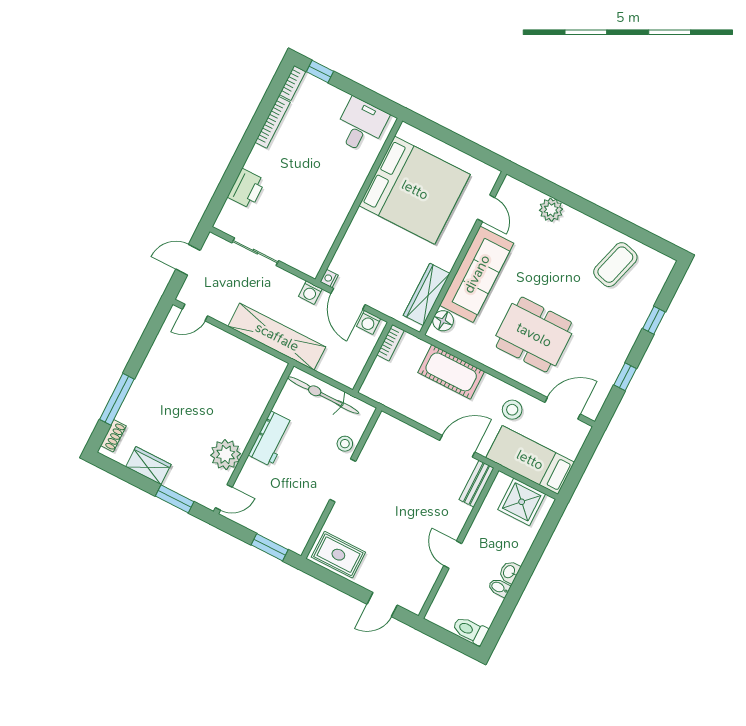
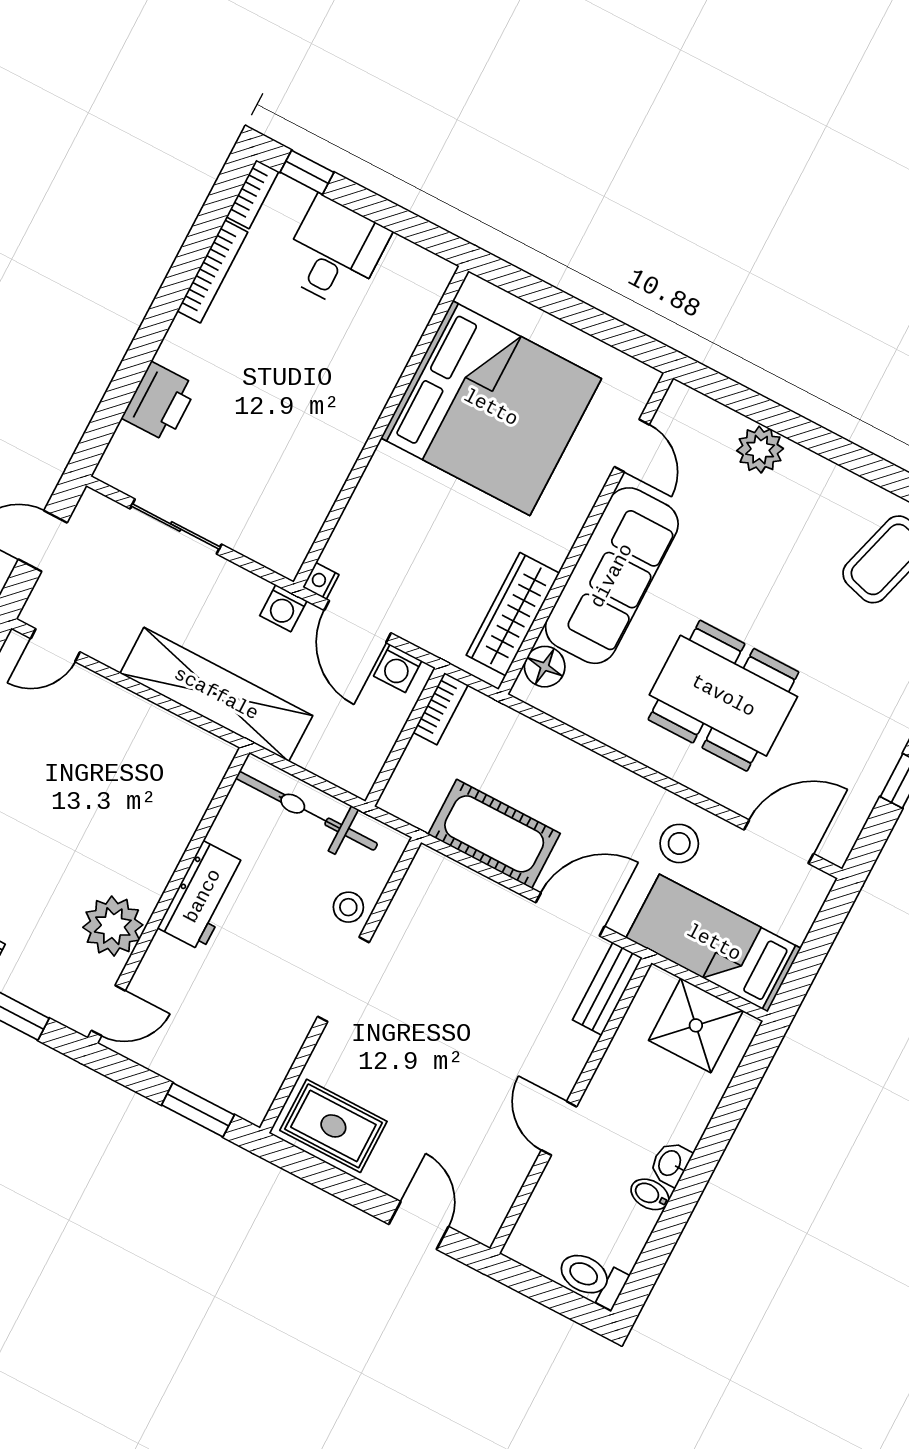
desk: (361, 126) -> (335, 252), moved
cot: (451, 372) -> (494, 834), moved
door: (382, 605) -> (419, 1225), swing flipped

